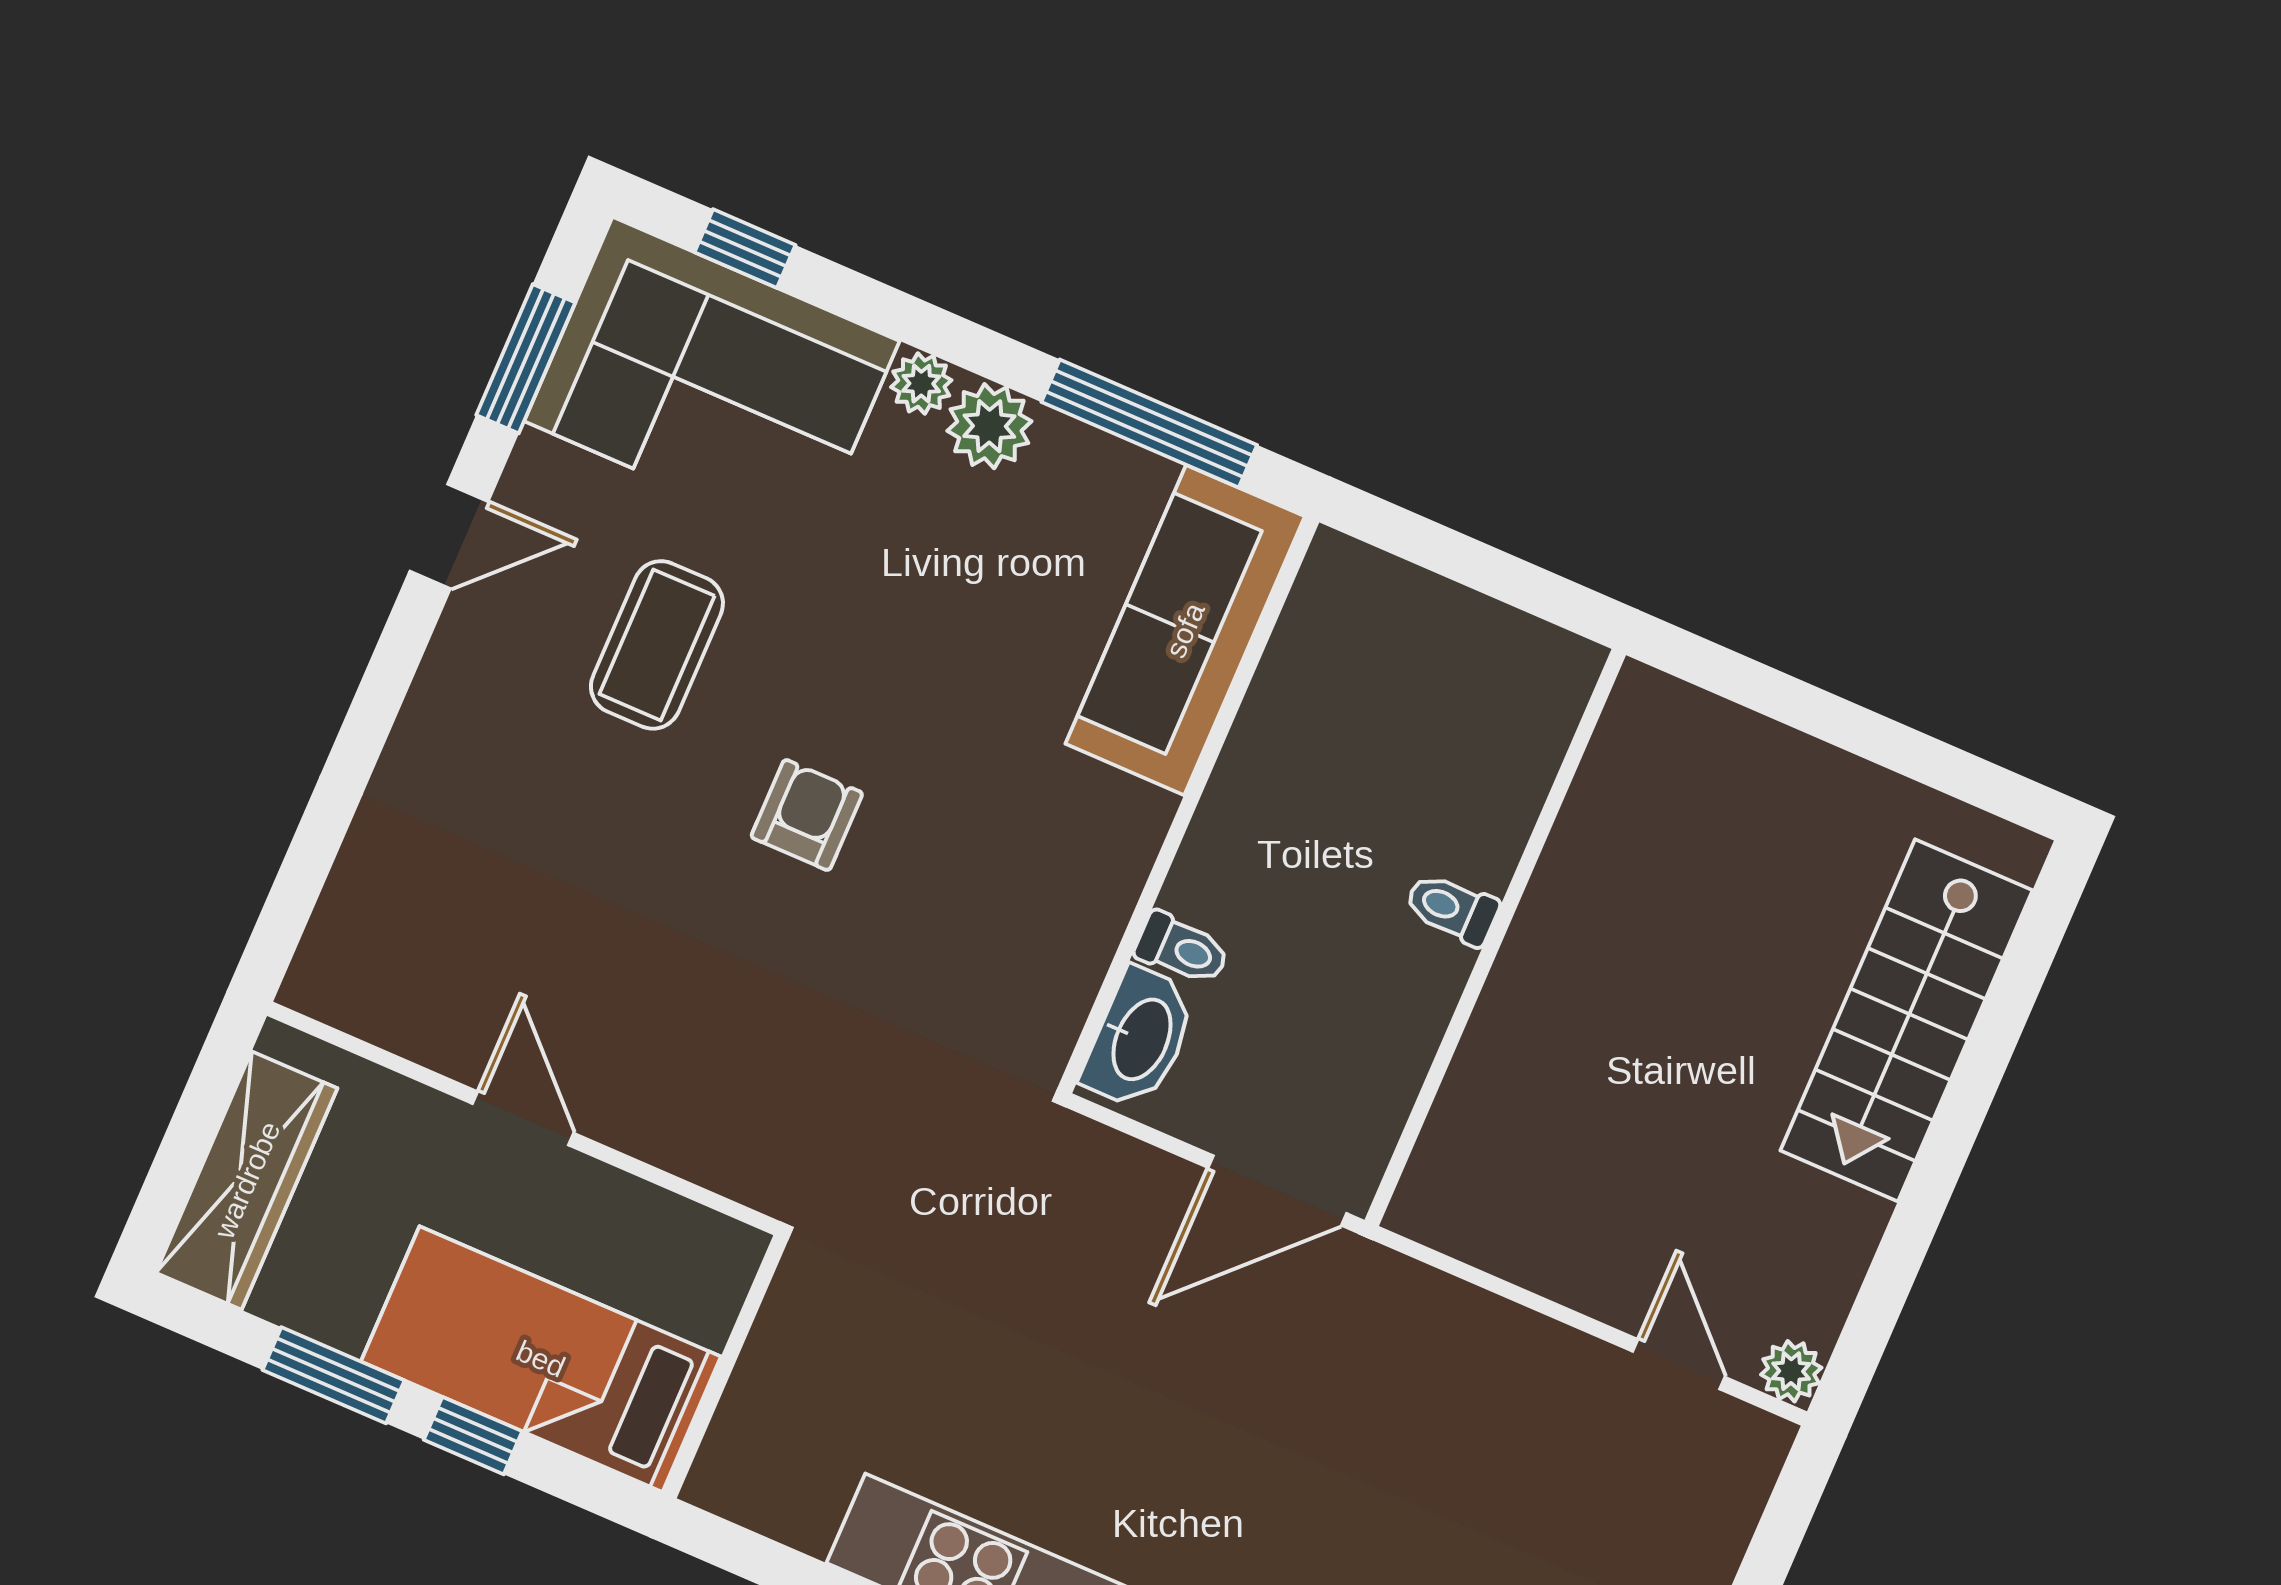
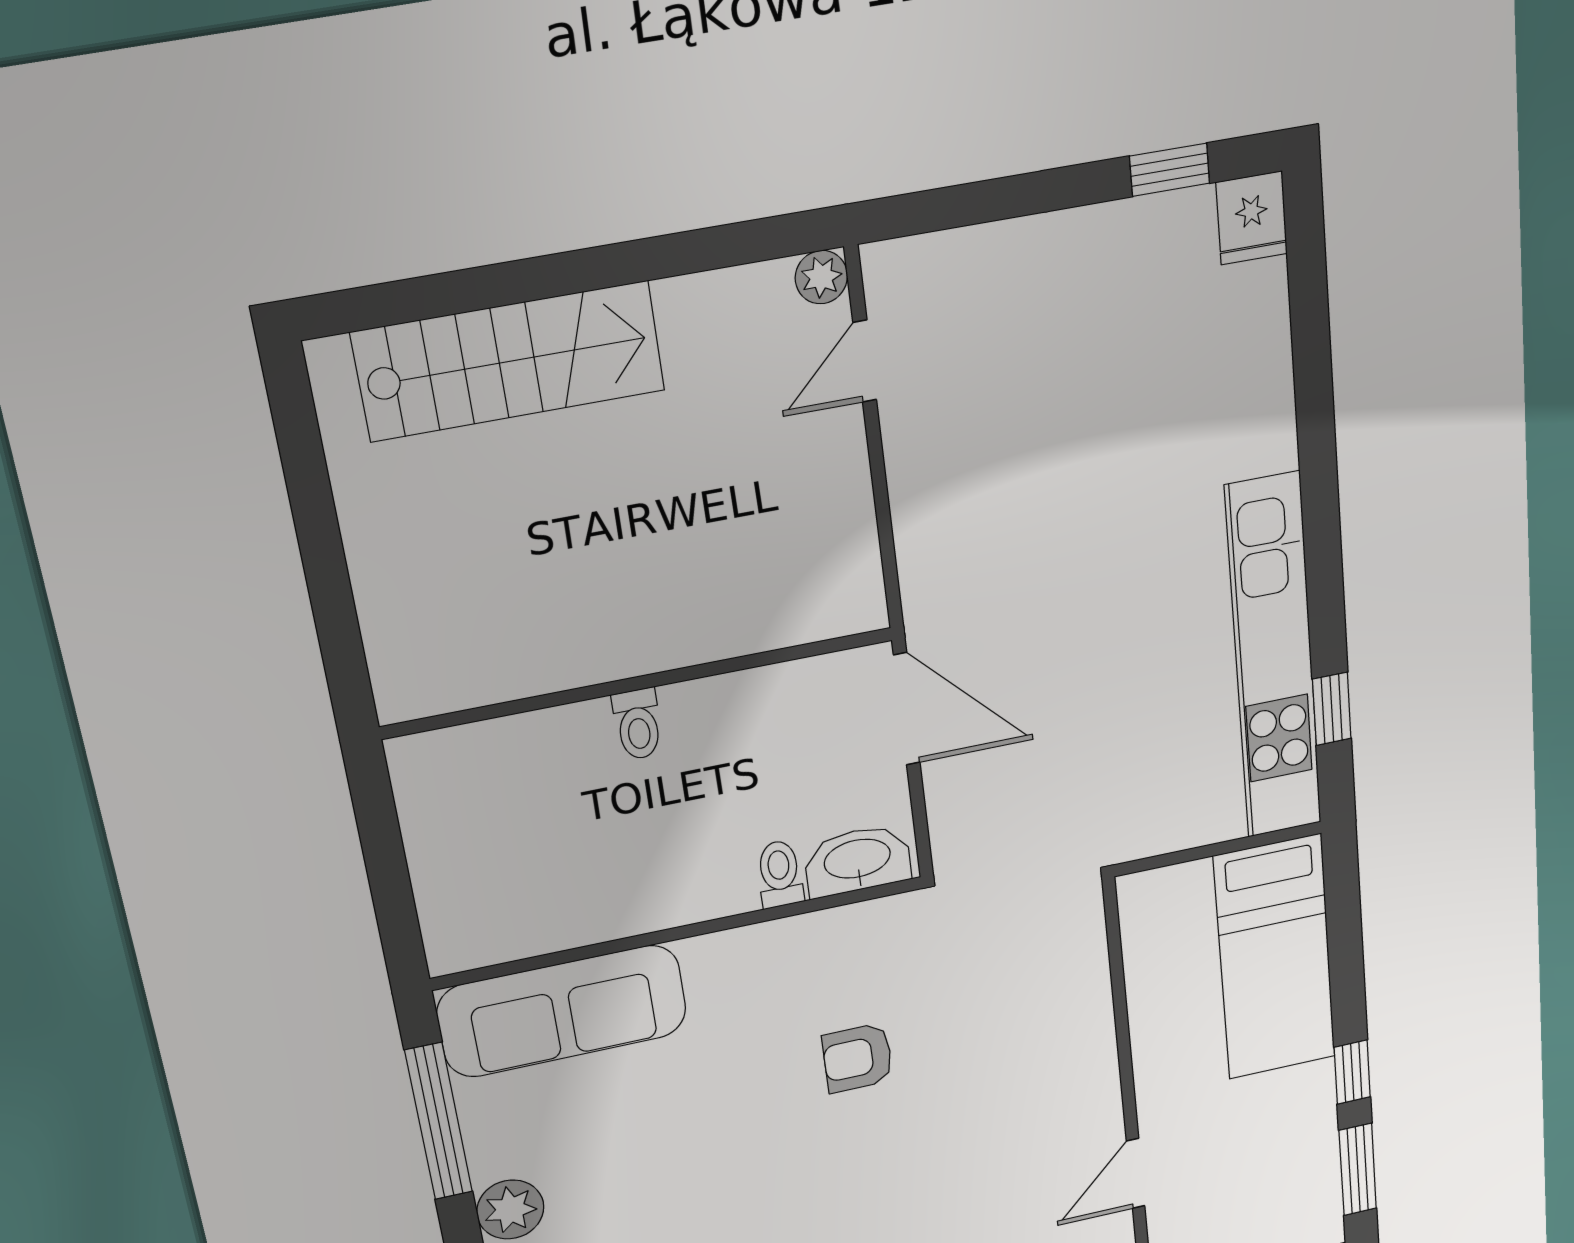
armchair: (807, 815) -> (858, 1058), moved
bed: (541, 1359) -> (1275, 958), moved
wall: (725, 1367) -> (1218, 849), moved

